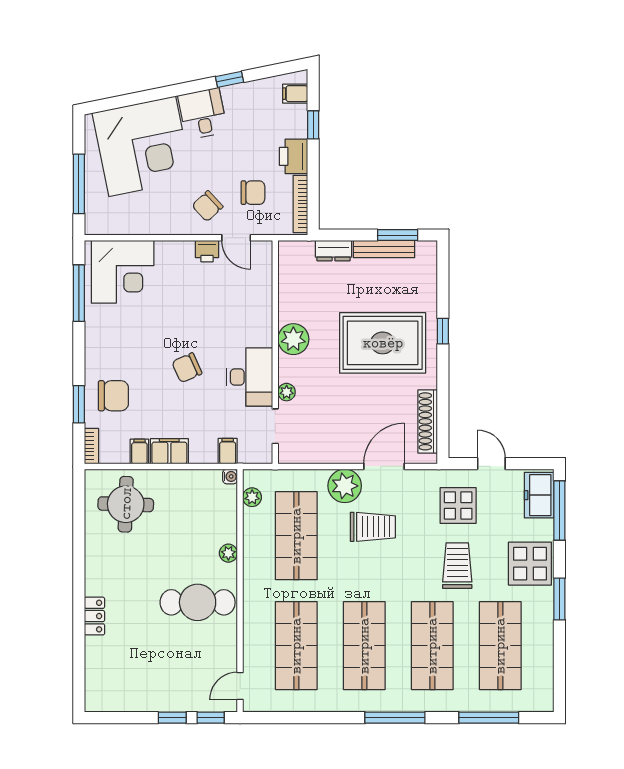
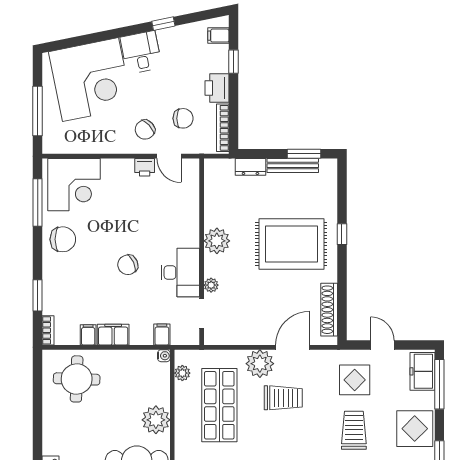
chair: (113, 396) -> (63, 239), moved
plant: (228, 553) -> (156, 420), width x1.88, depth x1.88

